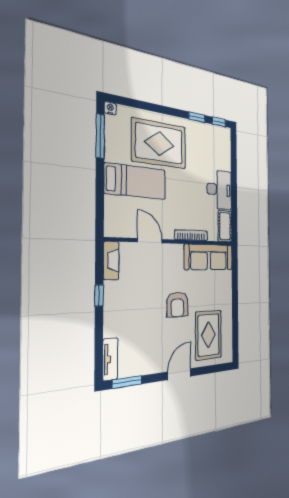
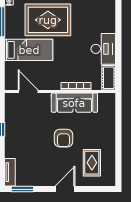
door: (150, 241) -> (28, 91), moved
sofa: (209, 257) -> (74, 103), moved
fireplace: (111, 261) -> (10, 106), removed
rug: (208, 335) -> (92, 163), width x0.73, depth x0.70

